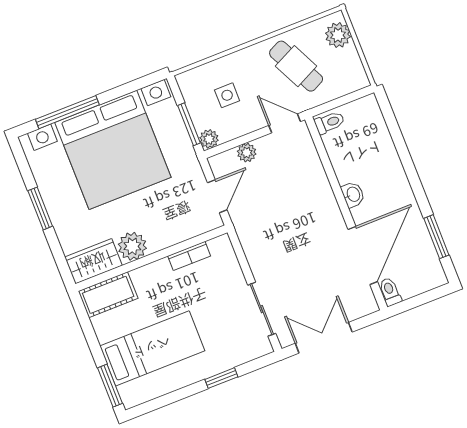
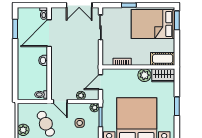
bed: (152, 348) -> (153, 24), width x1.50

